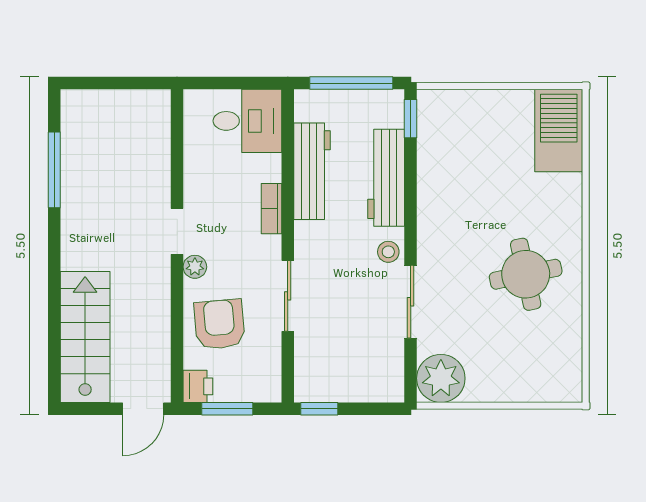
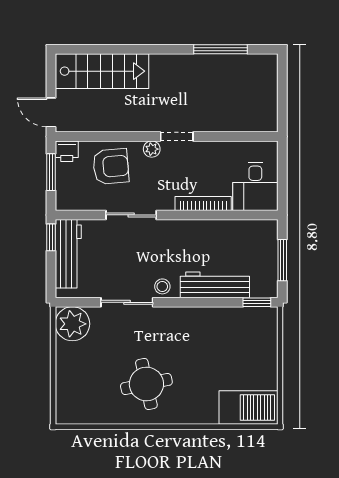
window: (351, 83) -> (282, 260), width x0.69
workbench: (312, 171) -> (68, 254), moved, turned -90
bookcase: (271, 209) -> (203, 203), width x1.56

